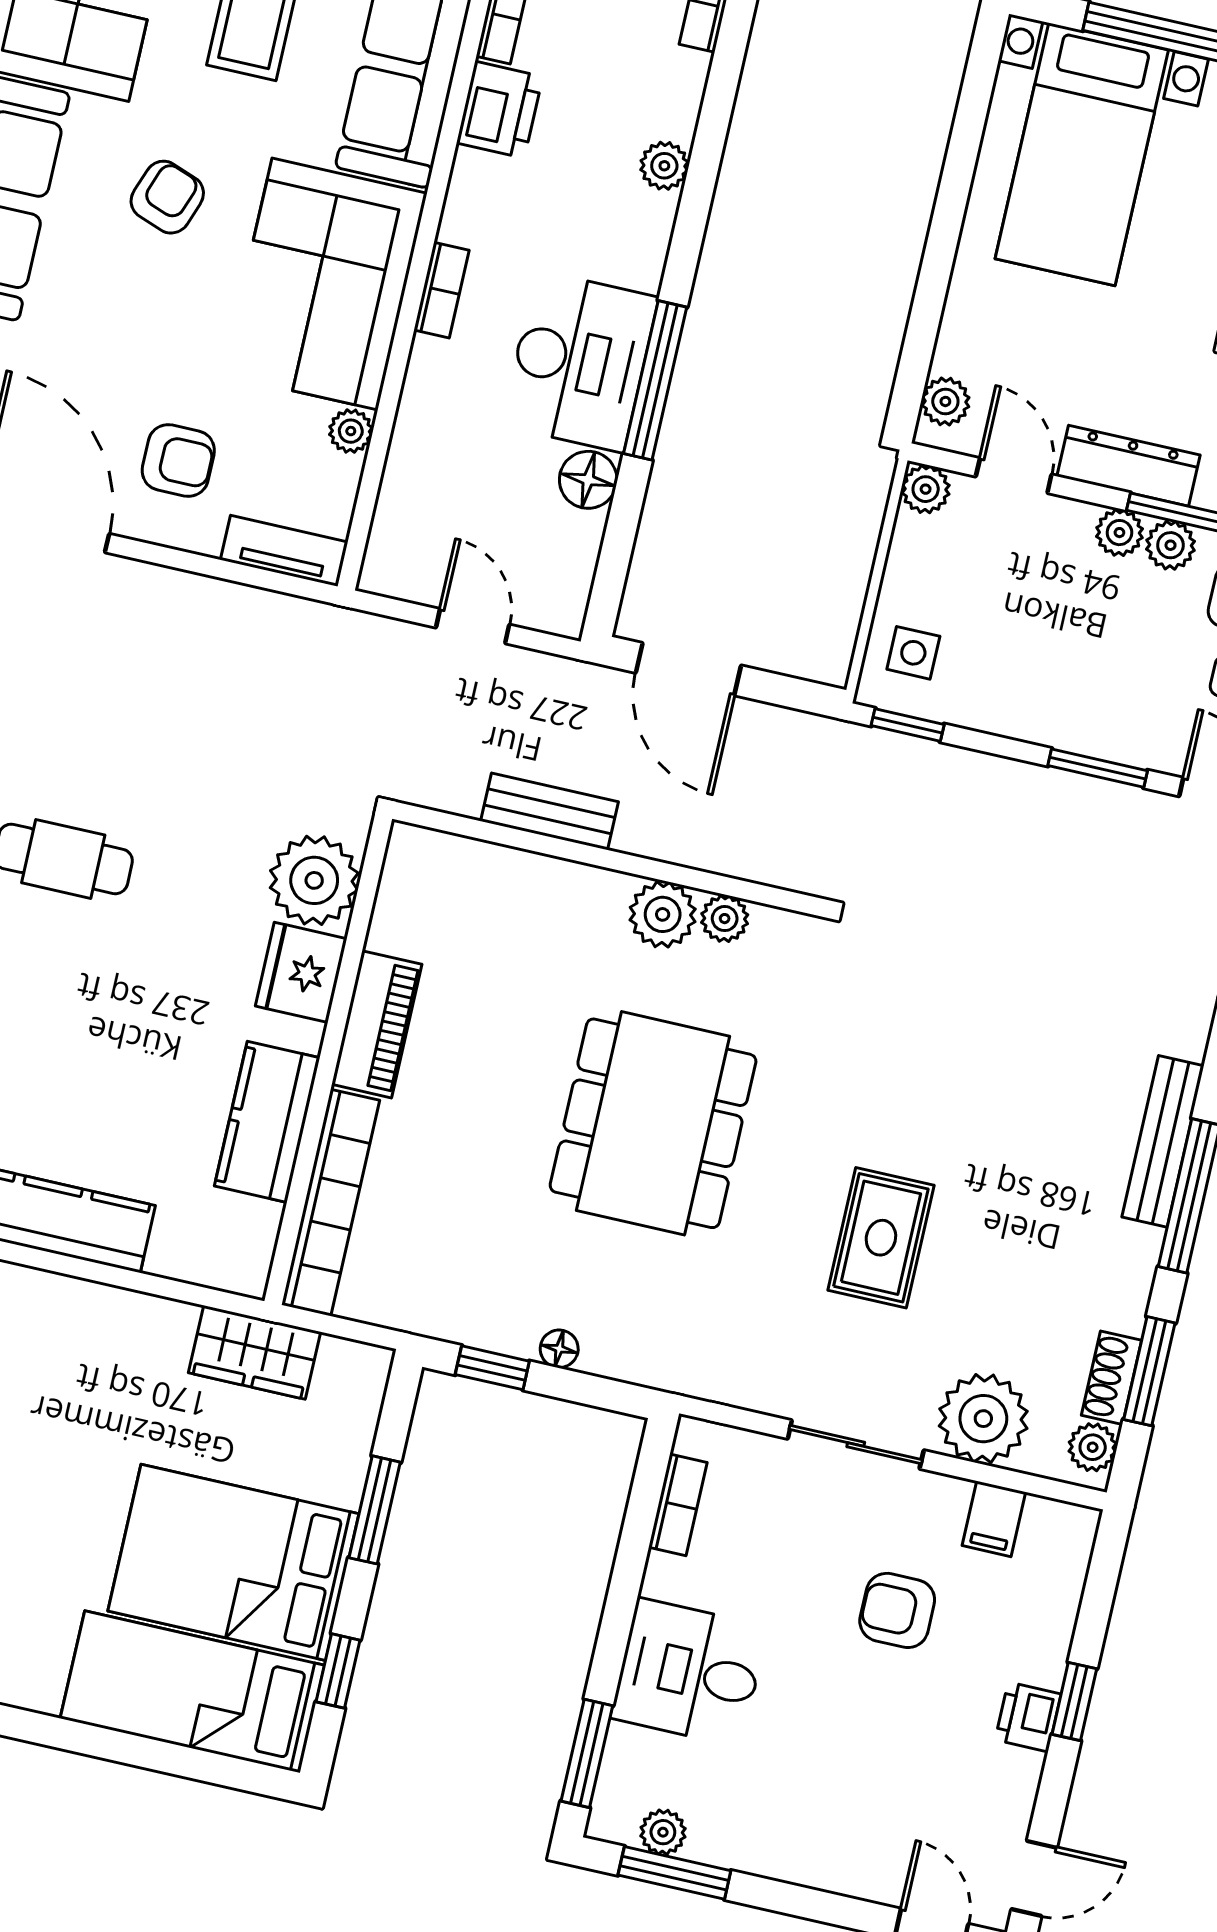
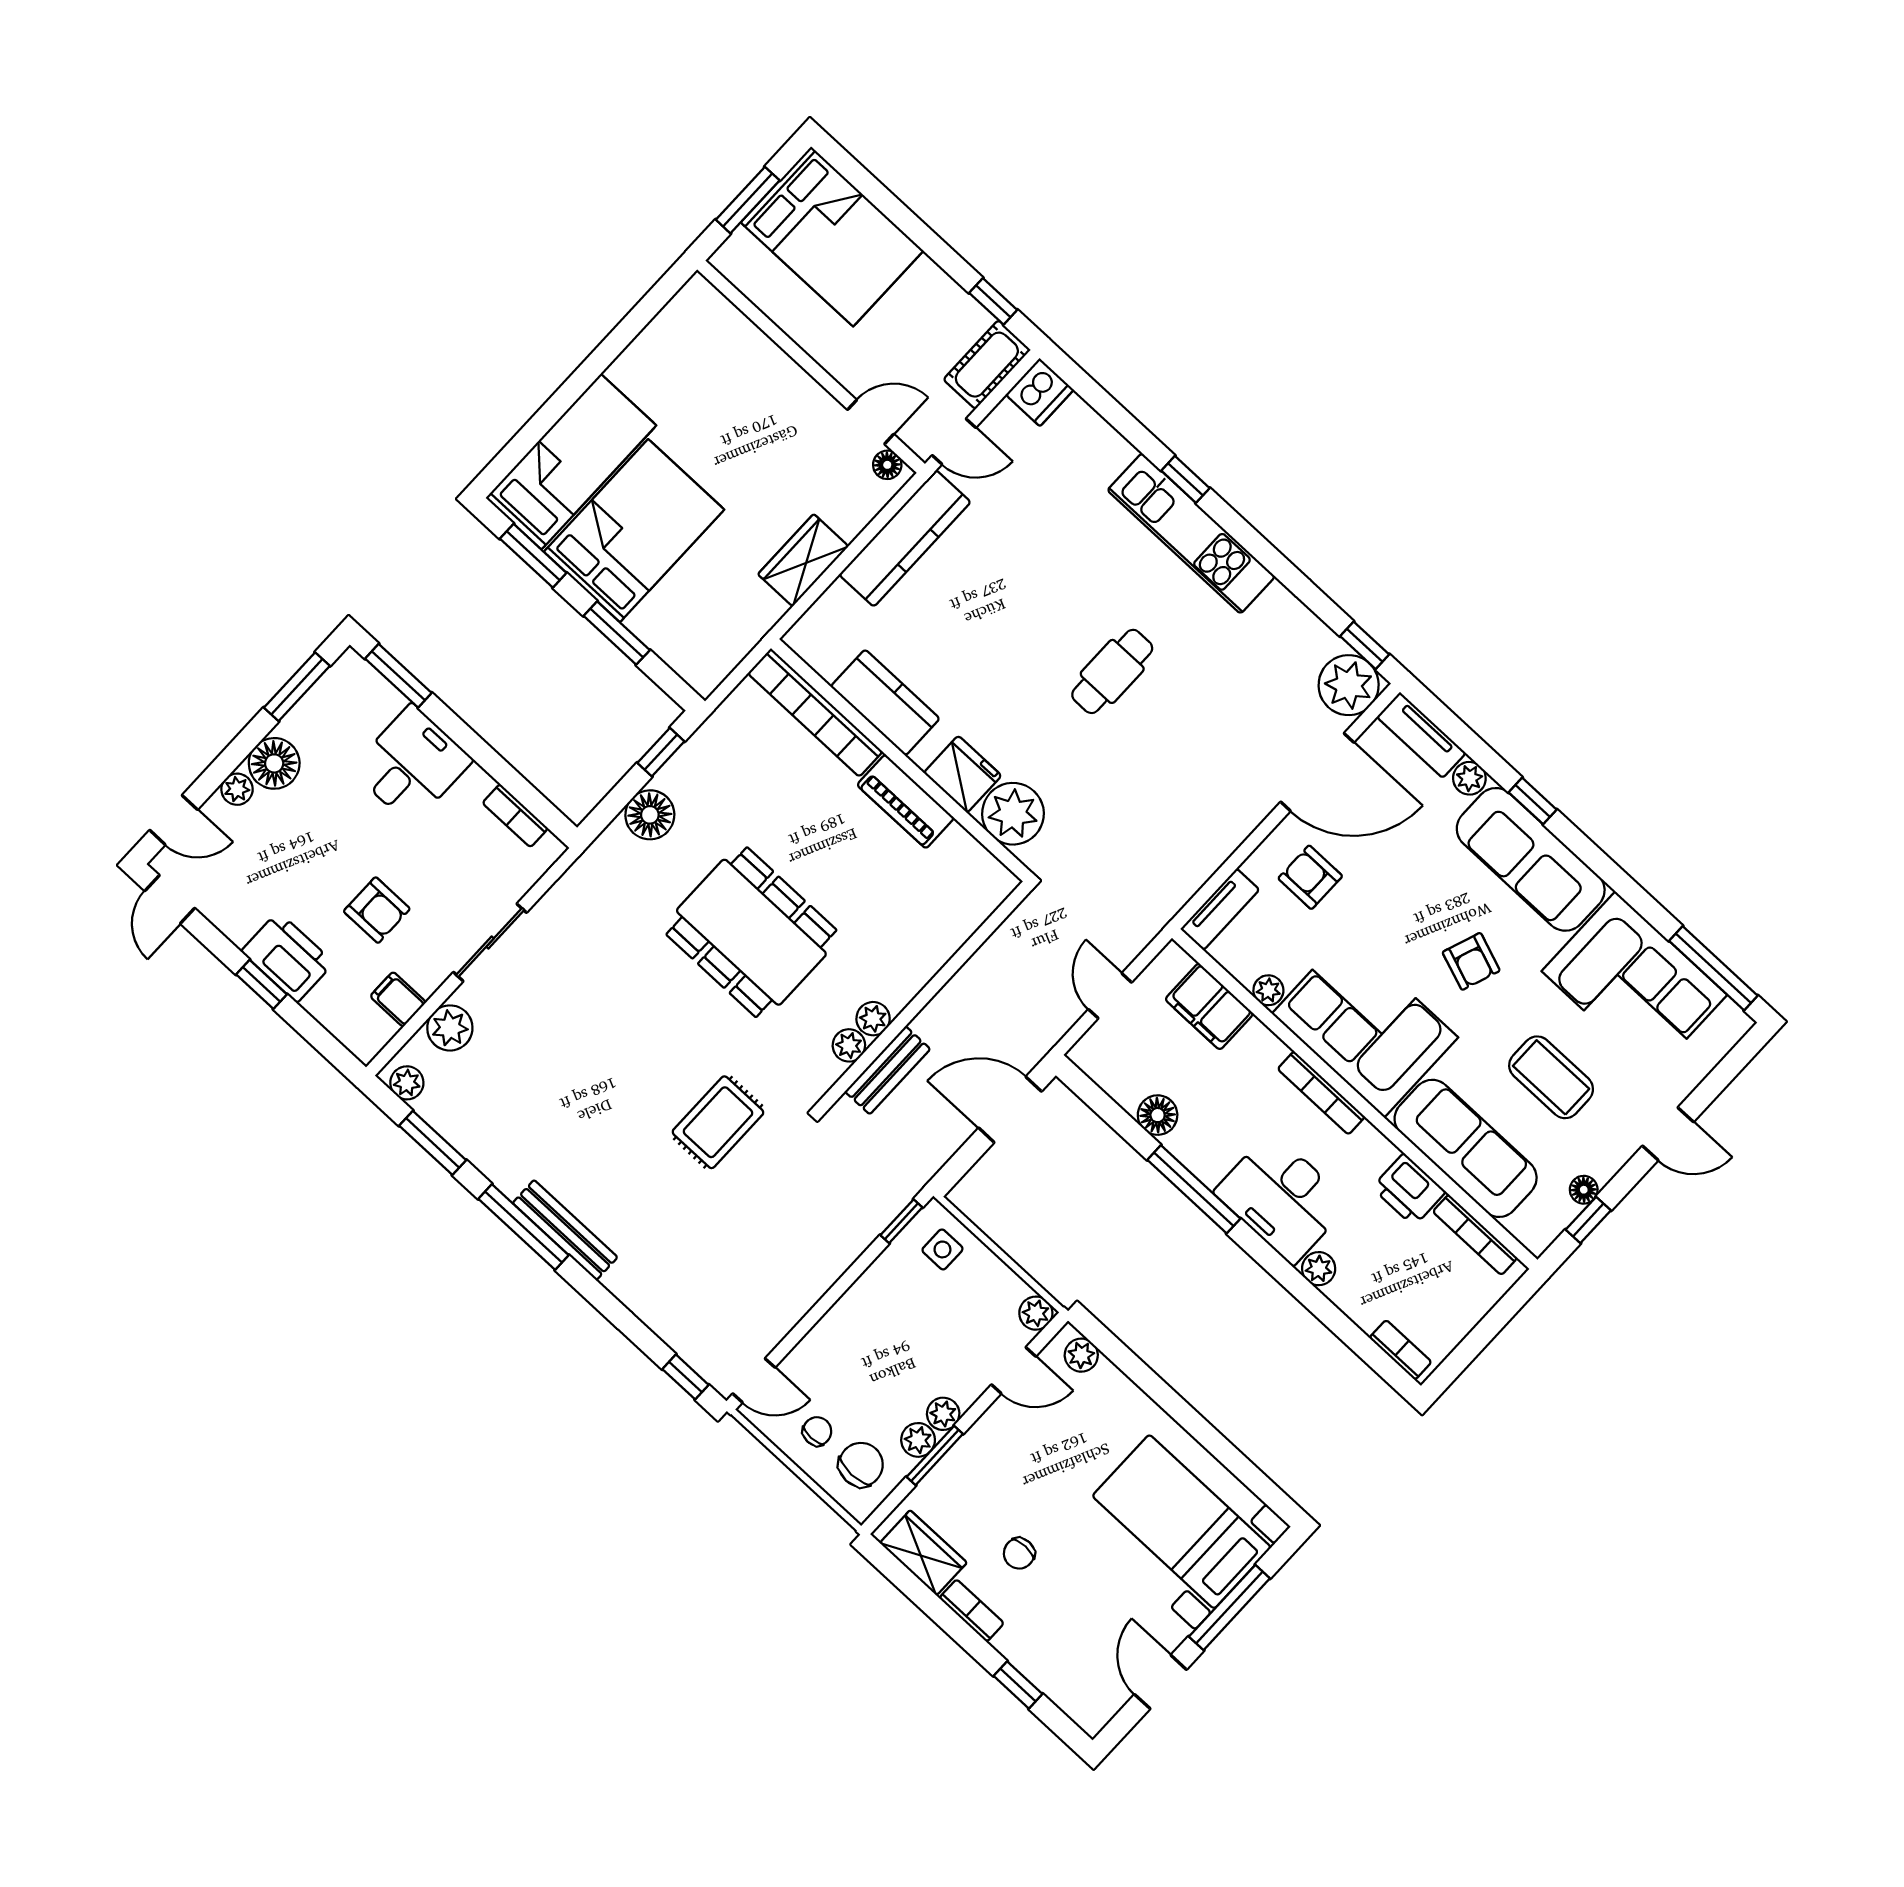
bookcase: (441, 290) -> (1321, 1093), width x1.56
desk: (580, 361) -> (1282, 1198), moved
armchair: (178, 460) -> (1310, 877), turned 90
dresser: (1129, 466) -> (980, 1442), removed
filing cabinet: (414, 494) -> (1209, 1006), added
door: (473, 626) -> (1110, 996), swing flipped
window: (1098, 768) -> (810, 1320), removed
bench: (549, 811) -> (888, 1070), moved
plant: (663, 914) -> (873, 1019), width x0.73, depth x0.73
rug: (881, 1238) -> (718, 1122), moved, turned 90
floor lamp: (559, 1349) -> (650, 815), width x1.89, depth x1.89
wardrobe: (255, 1352) -> (803, 560), moved
shoe rack: (1111, 1378) -> (442, 1118), removed
plant: (983, 1419) -> (450, 1028), width x0.73, depth x0.73
armchair: (897, 1610) -> (377, 910), turned 90
window: (338, 1671) -> (533, 556), width x1.50
printer: (1028, 1717) -> (287, 957), width x1.87, depth x1.48
plant: (663, 1832) -> (237, 789), moved
floor lamp: (787, 1846) -> (274, 763), added

